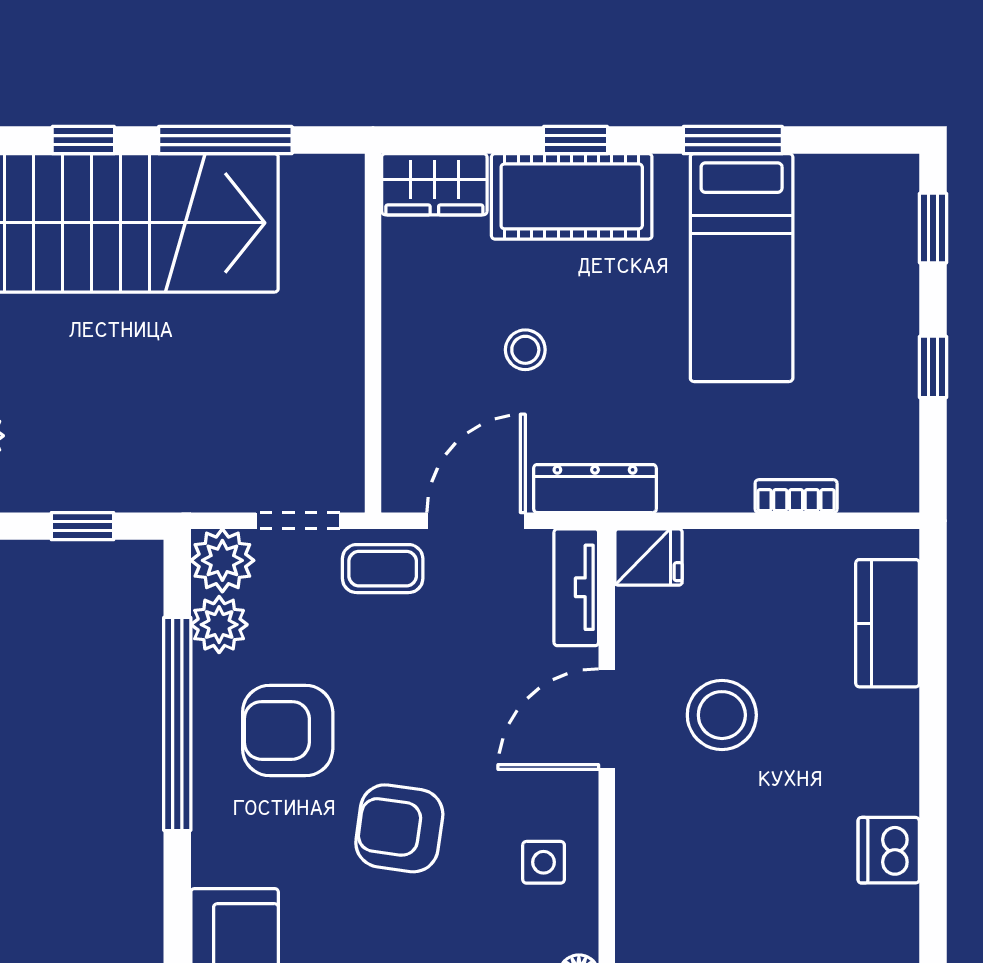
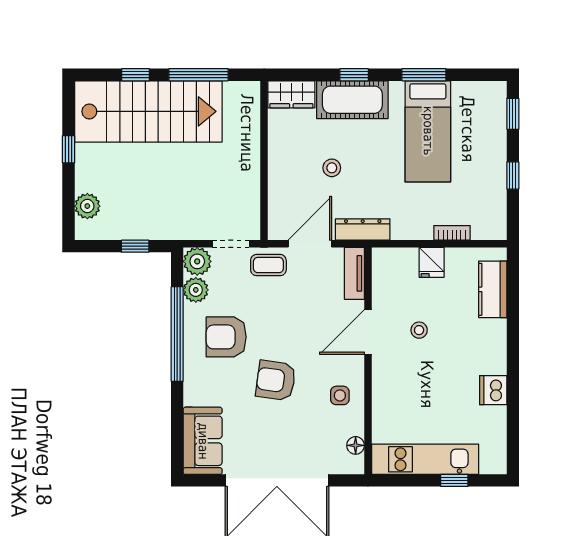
fridge: (649, 557) -> (432, 262), moved, turned 90
stool: (722, 715) -> (419, 330), width x0.53, depth x0.53

